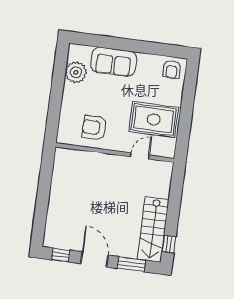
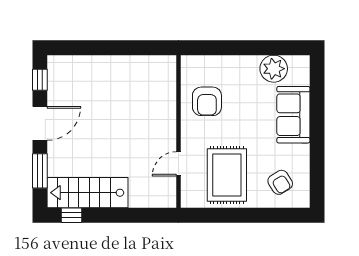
armchair: (172, 70) -> (280, 182), moved, turned -122
armchair: (94, 127) -> (207, 101), turned 180
door: (140, 156) -> (178, 164), swing flipped

